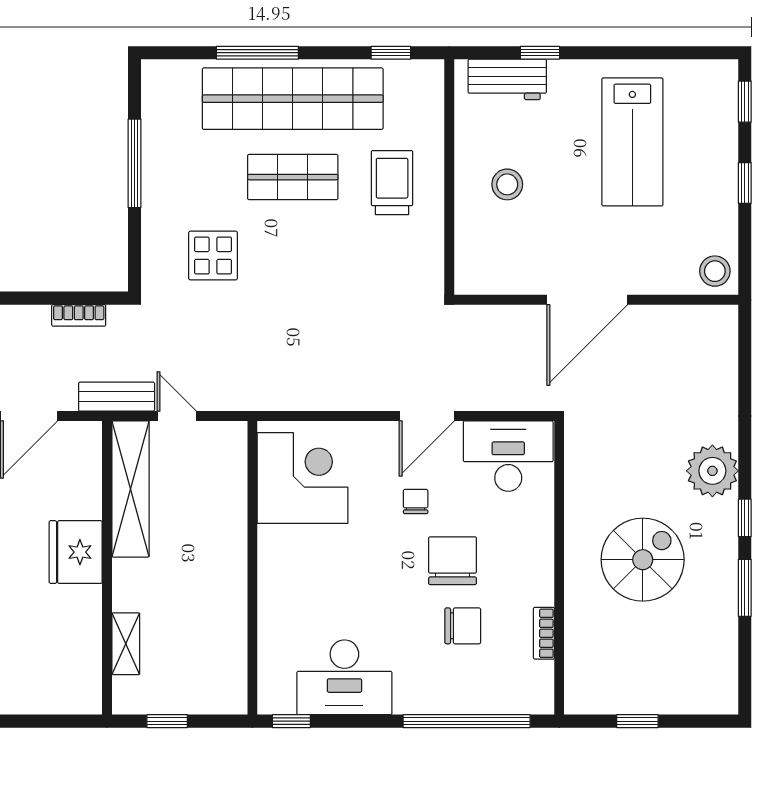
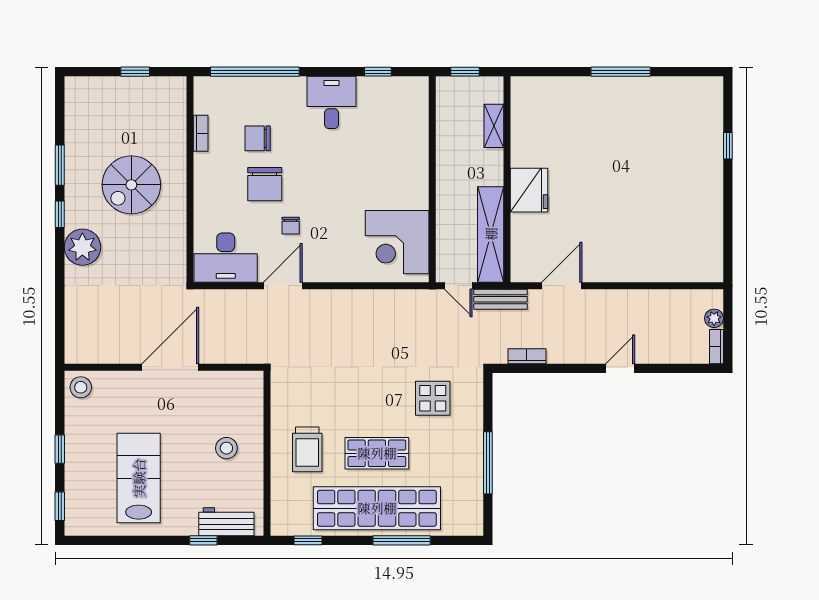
corner desk: (302, 478) -> (397, 242), moved
wall: (252, 568) -> (432, 179), moved
desk: (344, 677) -> (332, 102), width x0.73

